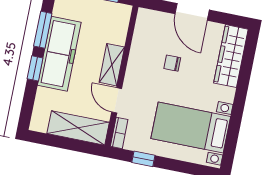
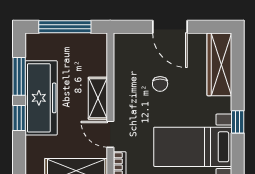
chair: (172, 63) -> (160, 84), turned -90
window: (237, 113) -> (238, 122), added

